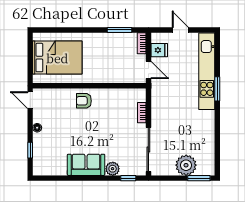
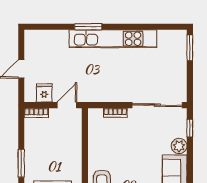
window: (119, 30) -> (21, 163), moved
kitchen unit: (207, 71) -> (113, 39), moved
plant: (186, 165) -> (175, 62), removed

